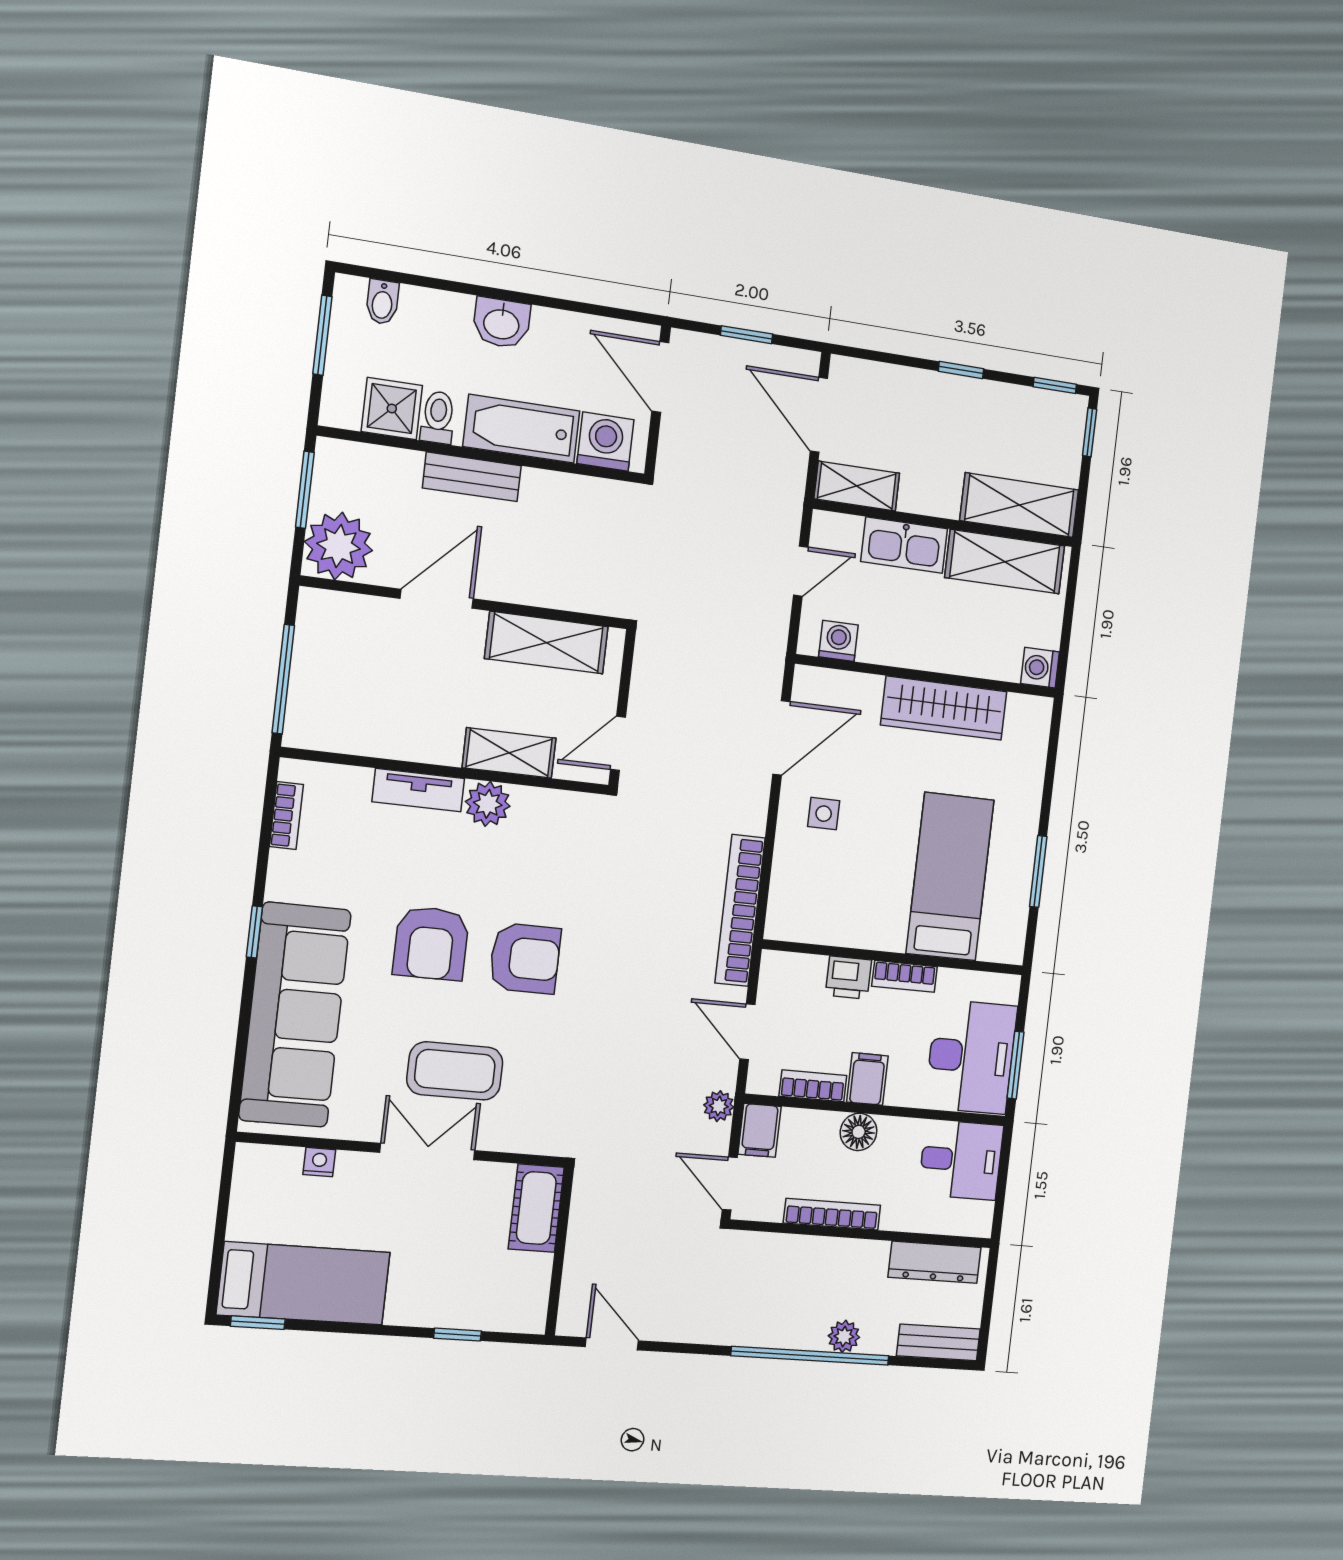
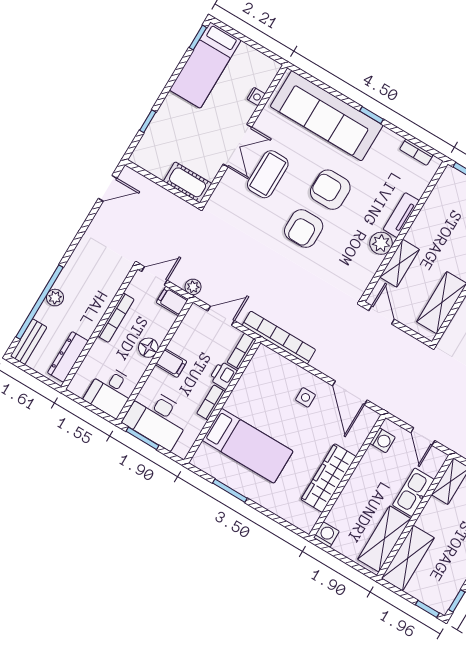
bookcase: (813, 1086) -> (242, 351), moved, turned 180
window: (810, 1356) -> (39, 302), moved

